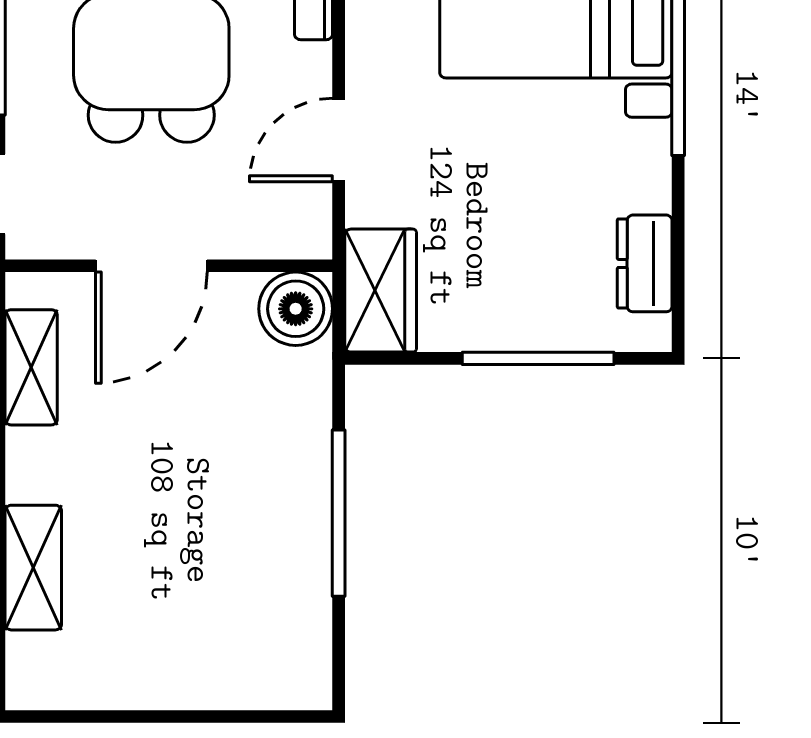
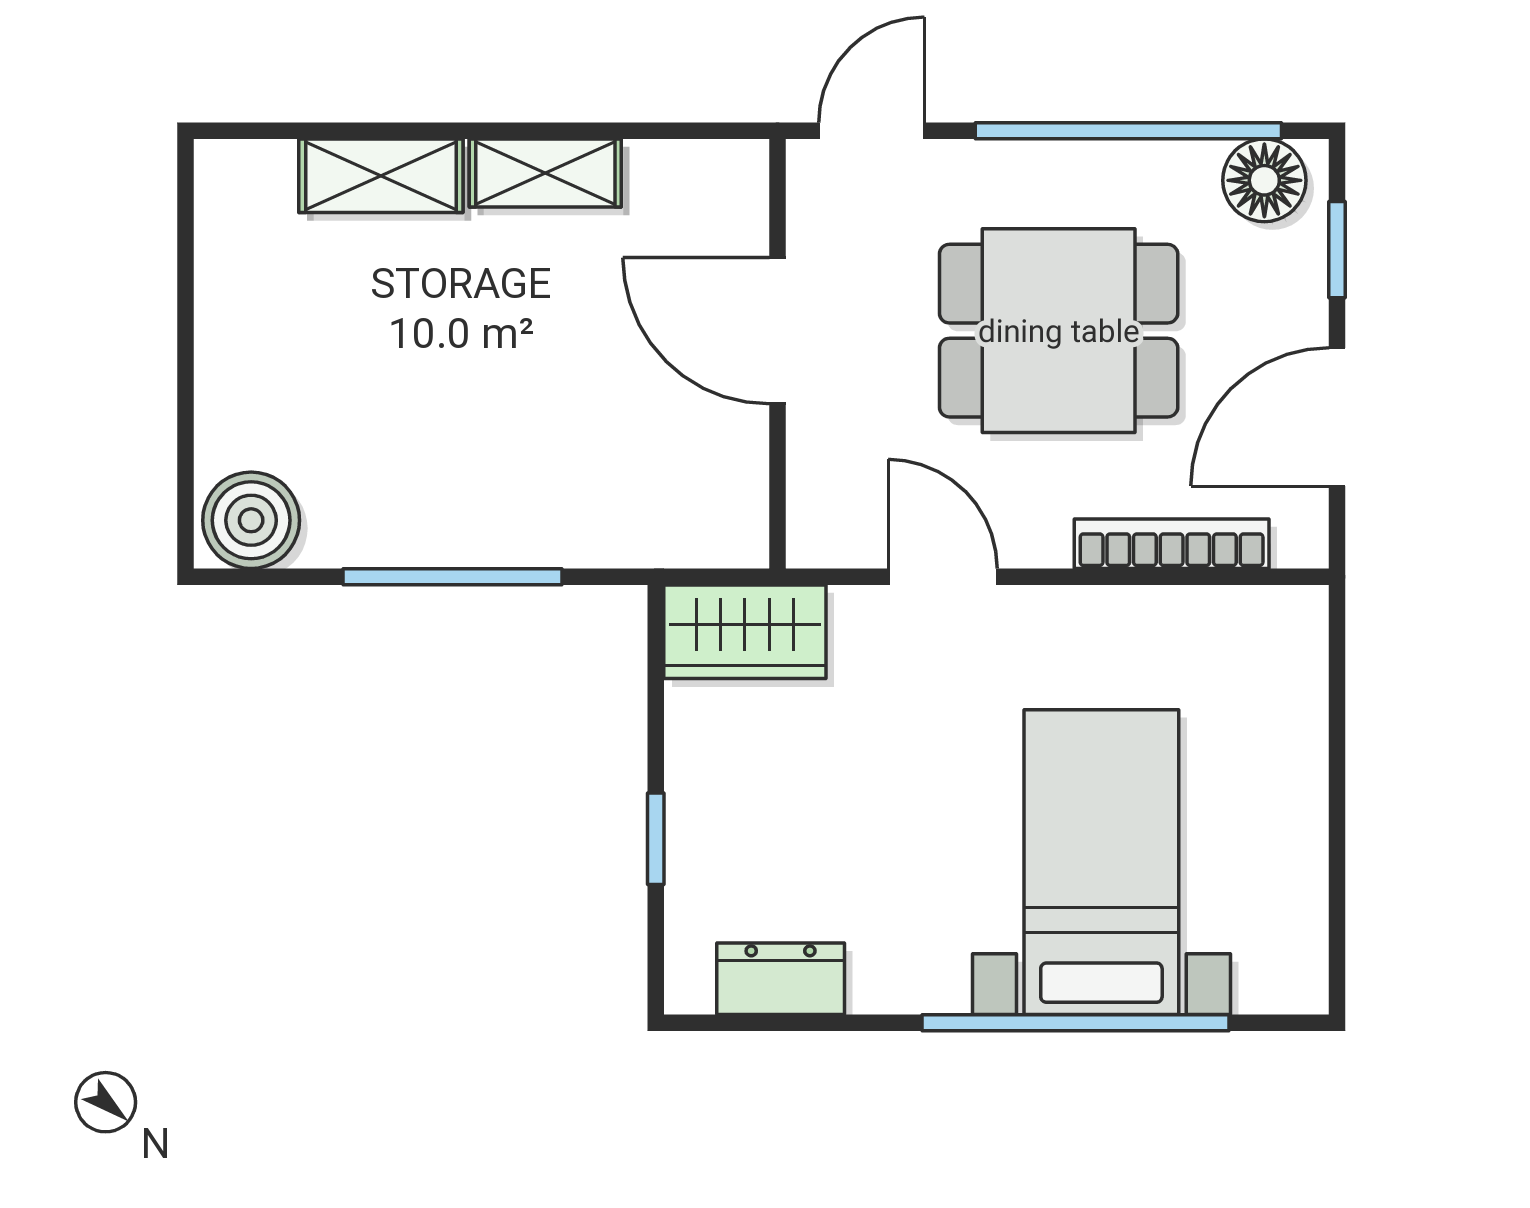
boiler: (296, 309) -> (251, 520), moved
window: (538, 358) -> (656, 839), width x0.46
shelving: (31, 367) -> (545, 173), moved

